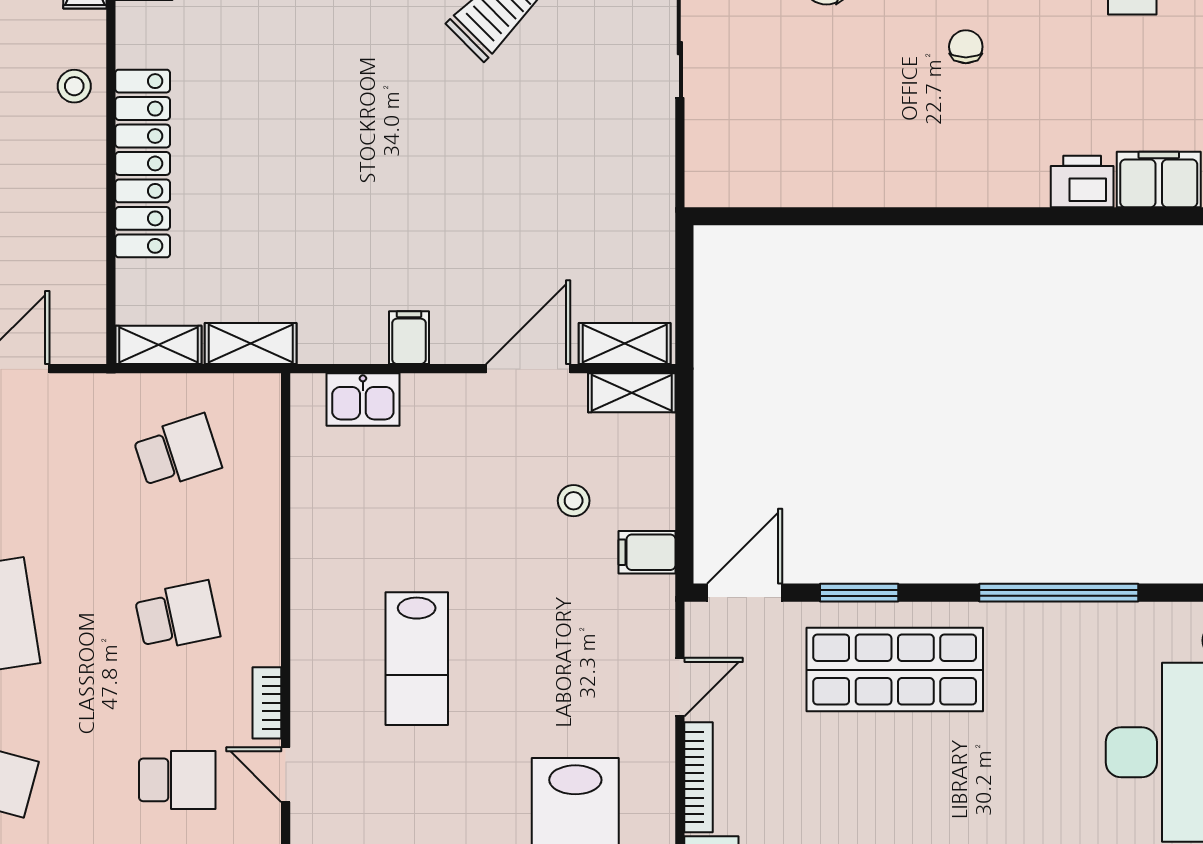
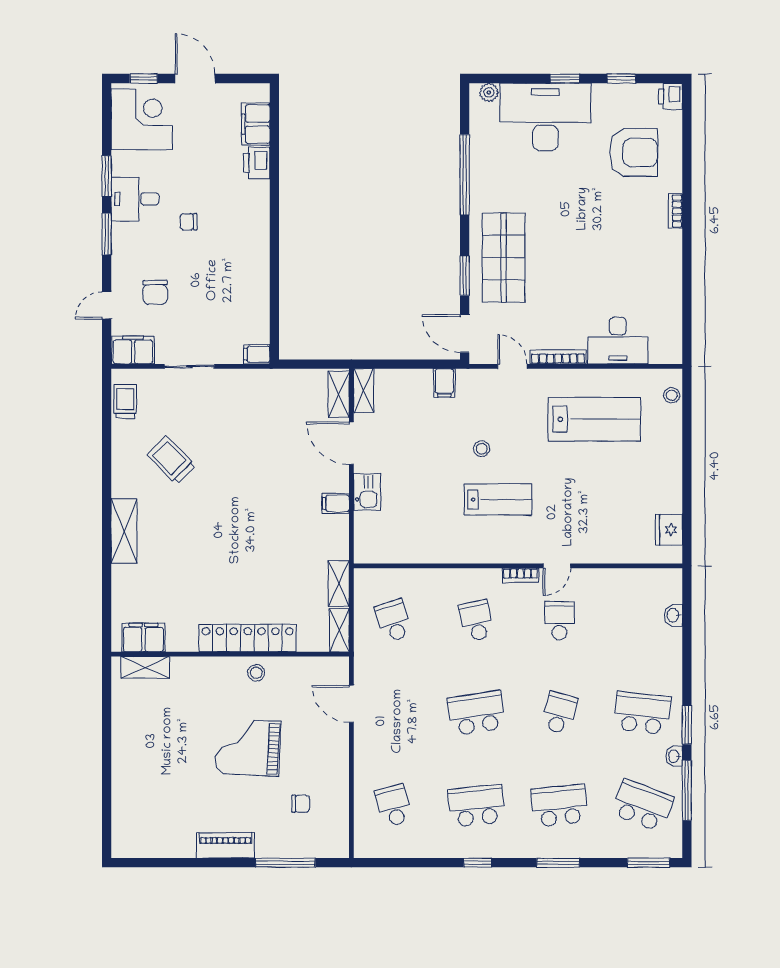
stool: (74, 86) -> (256, 673), moved
filing cabinet: (704, 181) -> (257, 354), added
kitchen sink: (363, 399) -> (367, 492), moved
stool: (574, 501) -> (482, 449), moved

